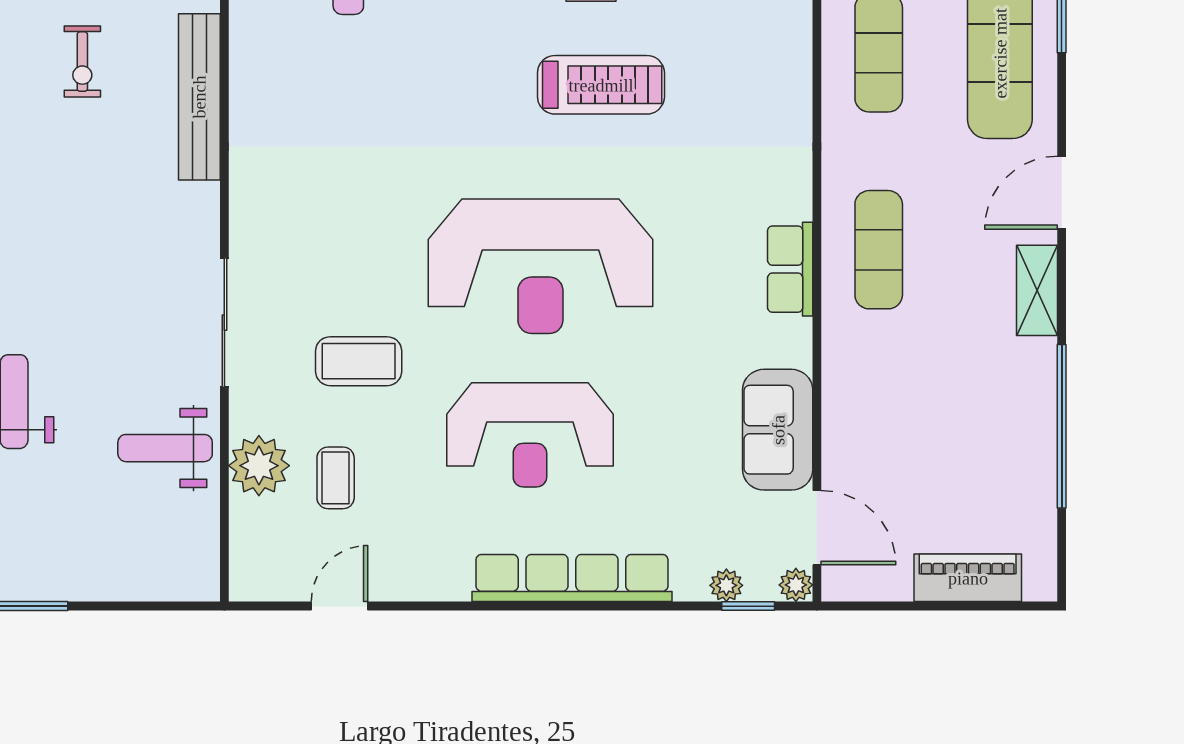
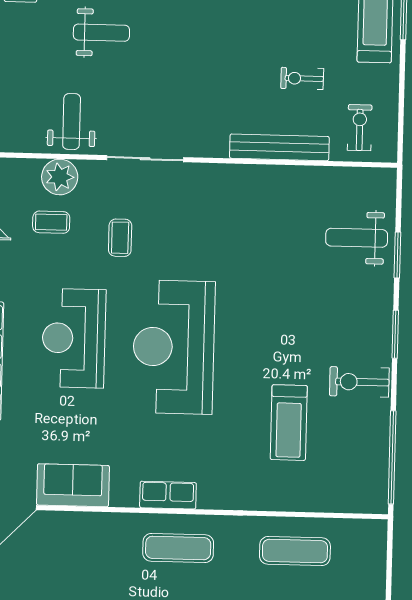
treadmill: (601, 85) -> (289, 423), moved
coffee table: (359, 361) -> (120, 238), width x0.73, depth x0.77

